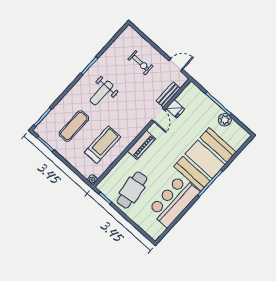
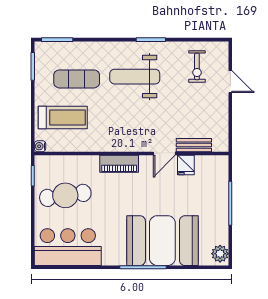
exercise bike: (140, 63) -> (197, 66), moved
door: (176, 65) -> (230, 82), moved
weight bench: (101, 93) -> (135, 77), width x1.36, depth x1.33
plant: (225, 120) -> (220, 254), moved
treadmill: (103, 145) -> (63, 118), moved
bar counter: (174, 201) -> (68, 247), moved

